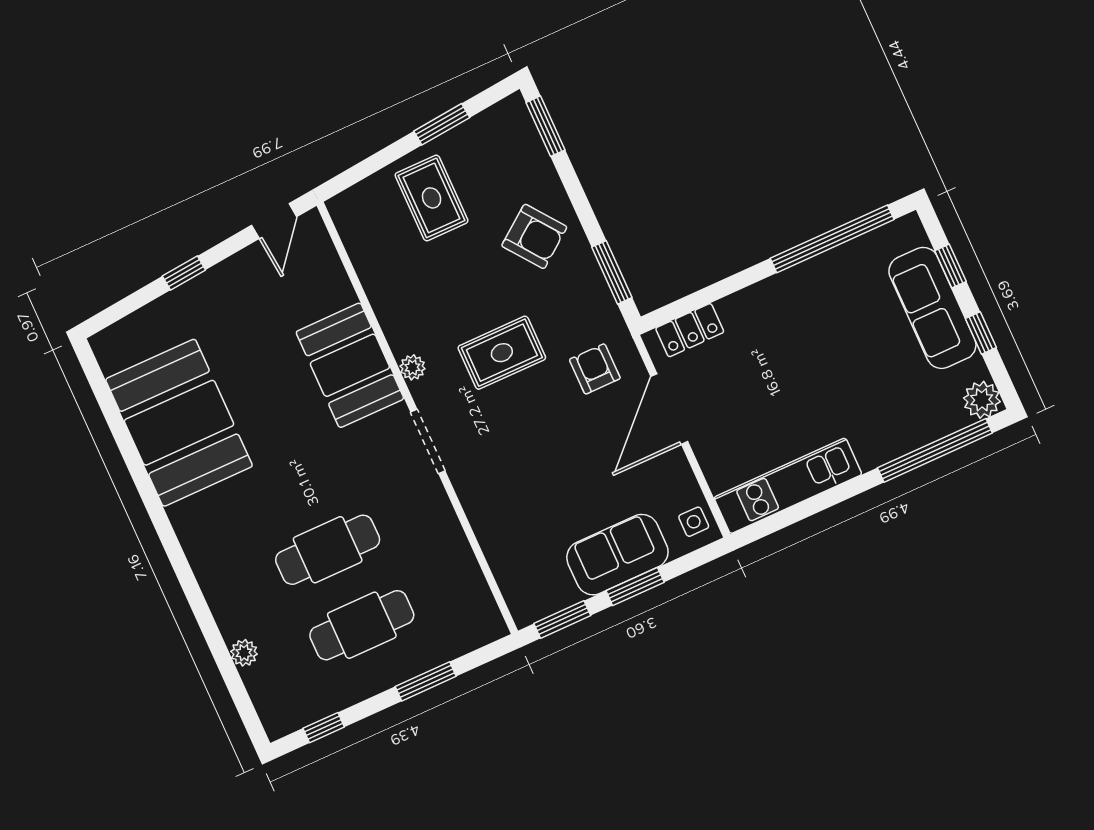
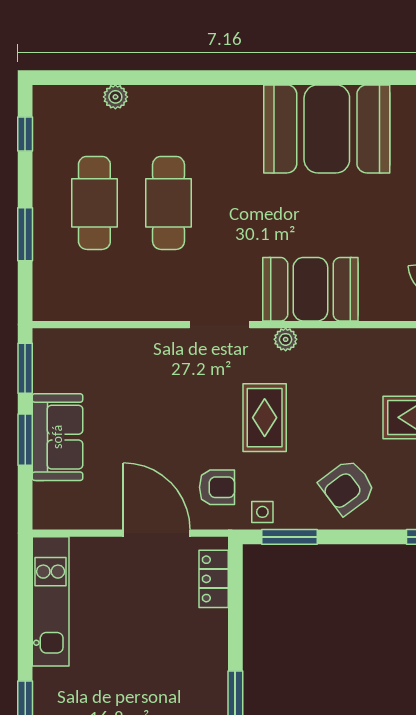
side table: (694, 522) -> (262, 512), moved

